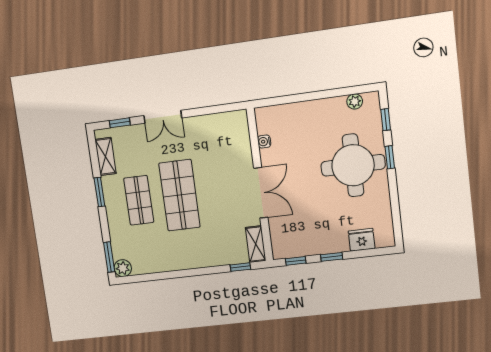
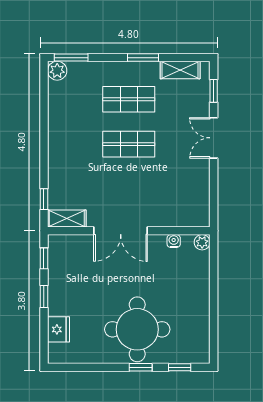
plant: (355, 101) -> (202, 242), moved
shop shelf: (179, 195) -> (129, 144), width x0.70, depth x0.74

